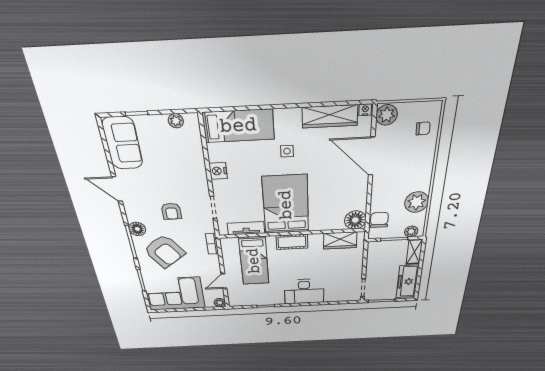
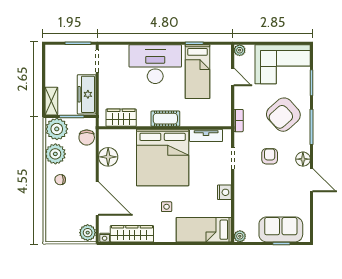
plant: (176, 121) -> (240, 236), moved
chair: (423, 128) -> (60, 180), moved
sofa: (123, 143) -> (281, 229), moved, turned 90
bed: (286, 205) -> (163, 158), width x1.36
floor lamp: (355, 220) -> (108, 157), moved
floor lamp: (137, 229) -> (303, 159), moved
plant: (411, 231) -> (57, 129), width x1.88, depth x1.88
armchair: (164, 252) -> (283, 115), turned -96
bed: (254, 261) -> (197, 72), moved, turned 180
door: (224, 281) -> (233, 77), hinge flipped
freezer: (407, 282) -> (87, 94), moved, turned 180
desk: (304, 291) -> (155, 64), width x1.36, depth x1.30

